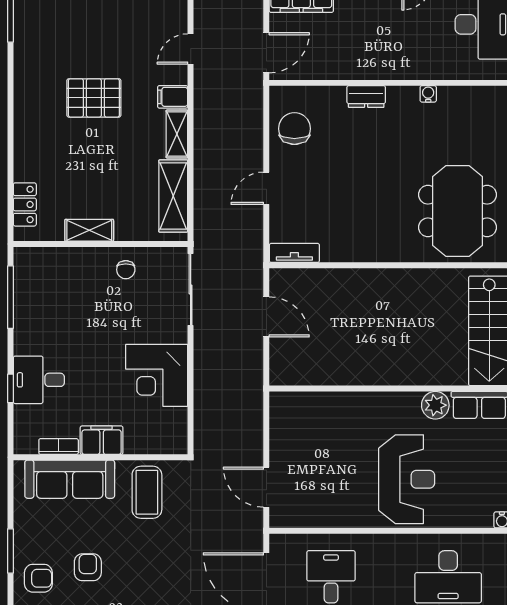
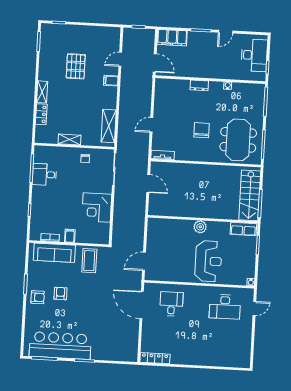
door: (266, 53) -> (155, 63), hinge flipped
pallet: (94, 98) -> (76, 66), moved, turned 90
chair: (294, 129) -> (202, 130), moved
shelving: (177, 134) -> (42, 92), moved
locker: (25, 204) -> (41, 114), moved
desk: (39, 380) -> (44, 175), moved
plant: (435, 405) -> (200, 227), moved
filing cabinet: (102, 440) -> (70, 236), width x0.50
door: (266, 487) -> (144, 261), hinge flipped

